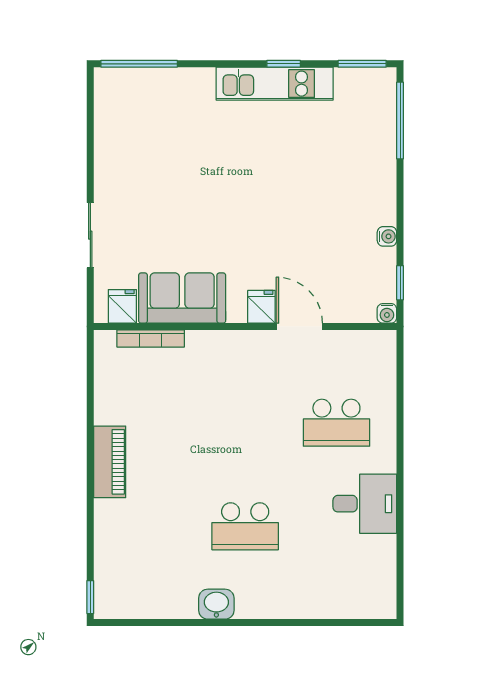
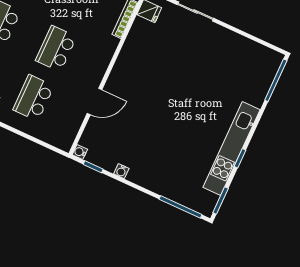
kitchen unit: (275, 84) -> (232, 148), width x1.36
sofa: (182, 298) -> (139, 45), removed
fridge: (261, 307) -> (115, 86), removed
school desk: (245, 423) -> (56, 49), added

